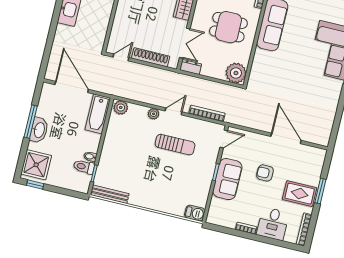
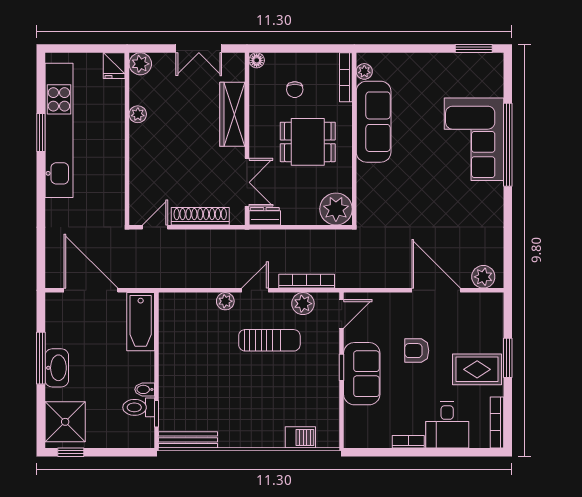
plant: (121, 107) -> (303, 304), moved
plant: (317, 137) -> (483, 277), added
barbecue: (195, 213) -> (300, 437), moved

